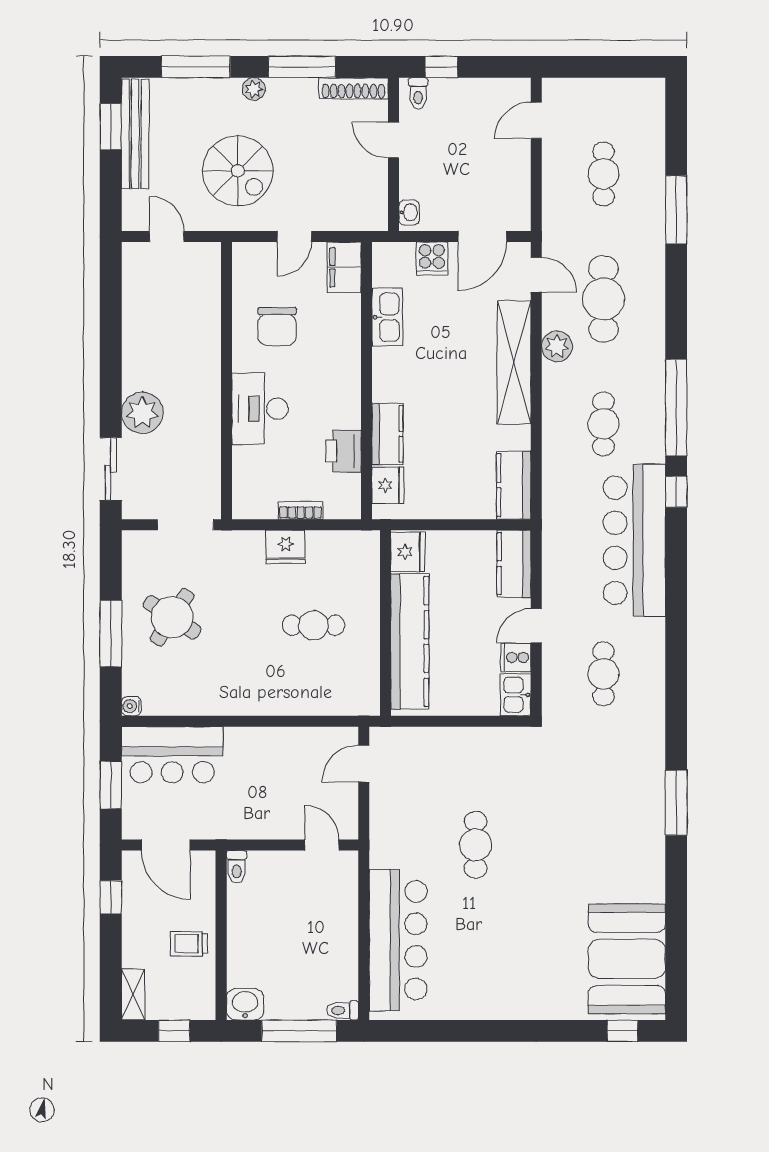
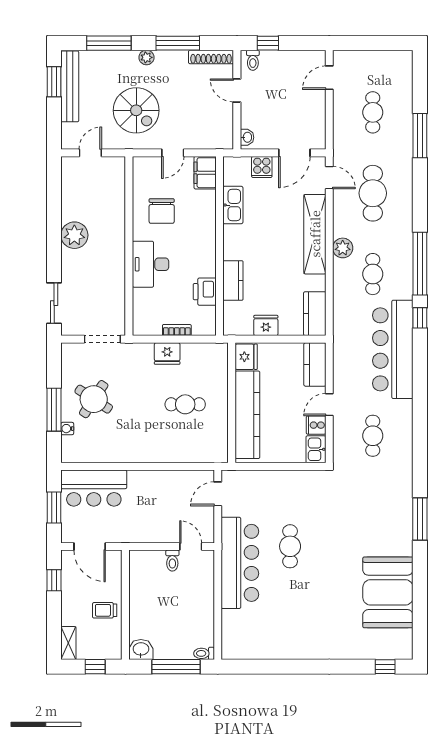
door: (167, 237) -> (90, 153), hinge flipped
plant: (557, 346) -> (343, 248), moved
plant: (142, 413) -> (74, 235), moved
fridge: (388, 485) -> (266, 325), moved, turned -90
water cooler: (131, 706) -> (67, 429), moved
toilet: (237, 867) -> (172, 561), moved
bar counter: (398, 940) -> (240, 563), moved
booth: (627, 959) -> (388, 592), moved

